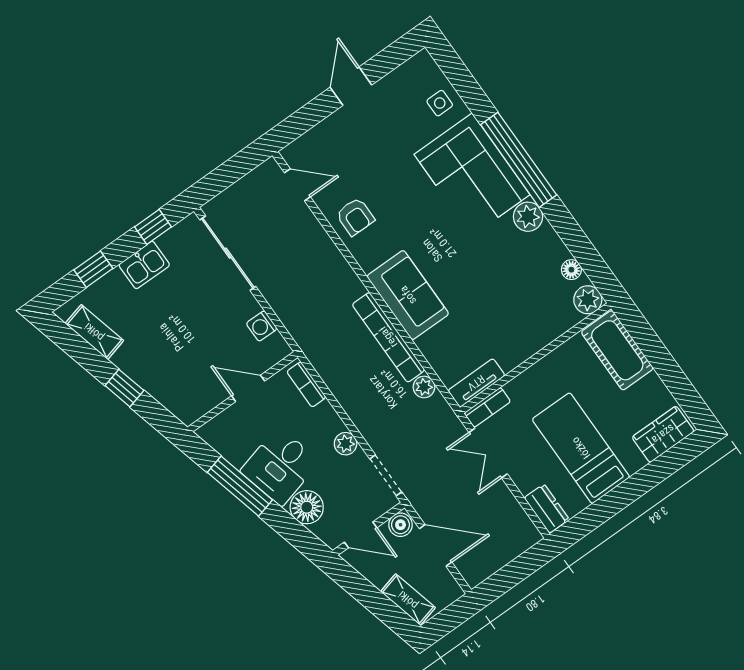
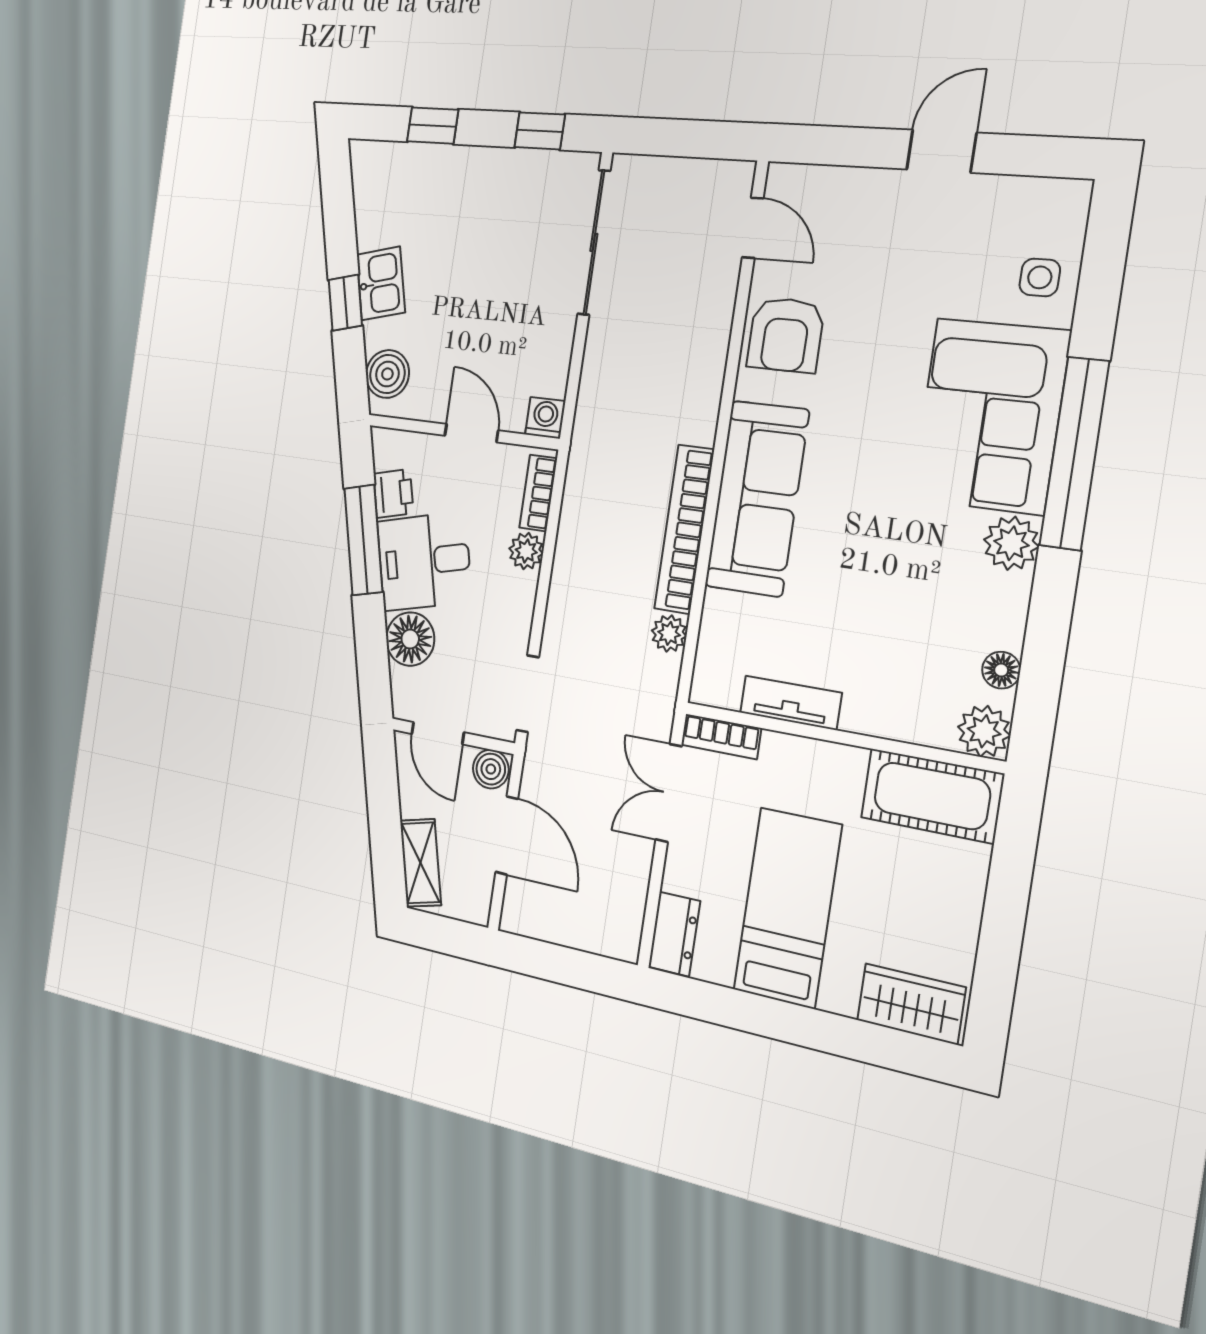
armchair: (355, 217) -> (786, 335), width x1.38, depth x1.38
kitchen sink: (144, 265) -> (381, 283), moved, turned -104
sofa: (408, 295) -> (757, 498), width x1.36
washing machine: (262, 326) -> (545, 418), moved, turned 90
shelving: (94, 332) -> (371, 205), removed
cot: (617, 350) -> (932, 796), moved, turned 90
tv unit: (476, 383) -> (791, 703), moved
boiler: (179, 401) -> (387, 374), added
plant: (346, 444) -> (526, 551), moved
printer: (235, 451) -> (393, 493), added

